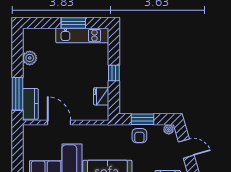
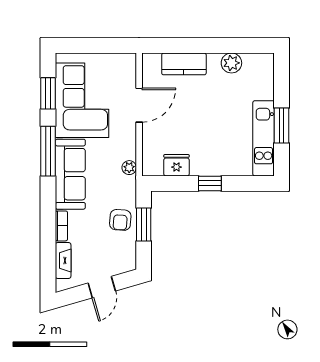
window: (17, 94) -> (180, 46), removed
kitchen counter: (30, 104) -> (184, 64), moved
plant: (169, 129) -> (129, 168), moved
armchair: (139, 136) -> (120, 220), turned -86

